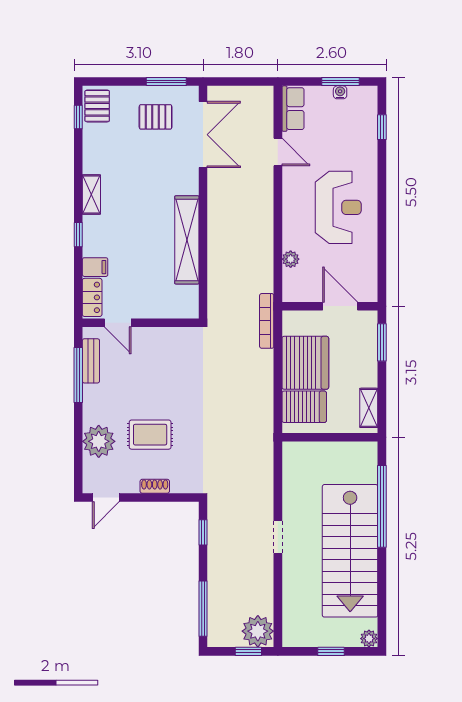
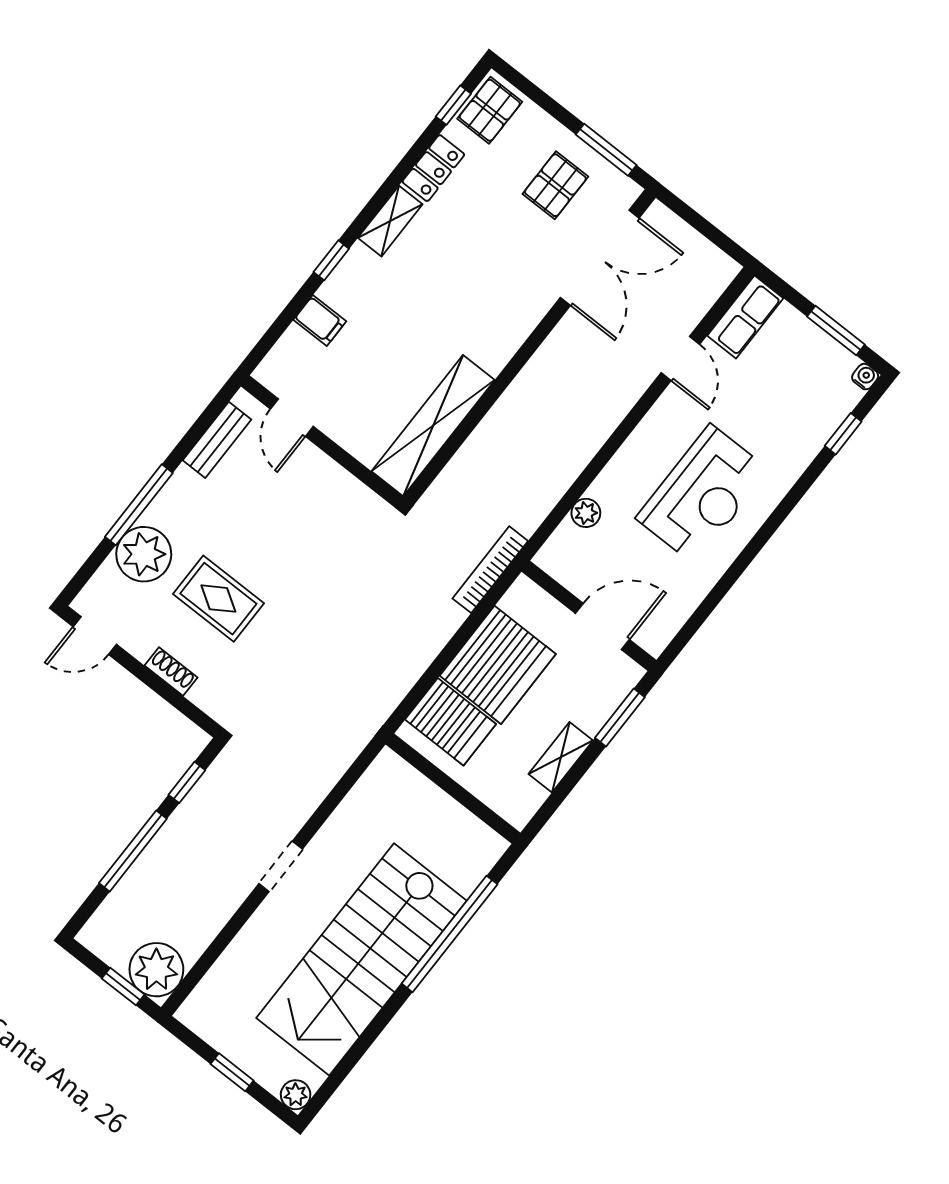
water cooler: (340, 92) -> (865, 377), moved
pallet: (156, 117) -> (555, 185), turned 90
shelving: (187, 240) -> (433, 426), moved
locker: (92, 297) -> (433, 168), moved
door: (340, 306) -> (602, 626), hinge flipped
window: (78, 375) -> (139, 505), moved
shelving: (369, 408) -> (561, 757), moved
window: (203, 609) -> (133, 851), moved

